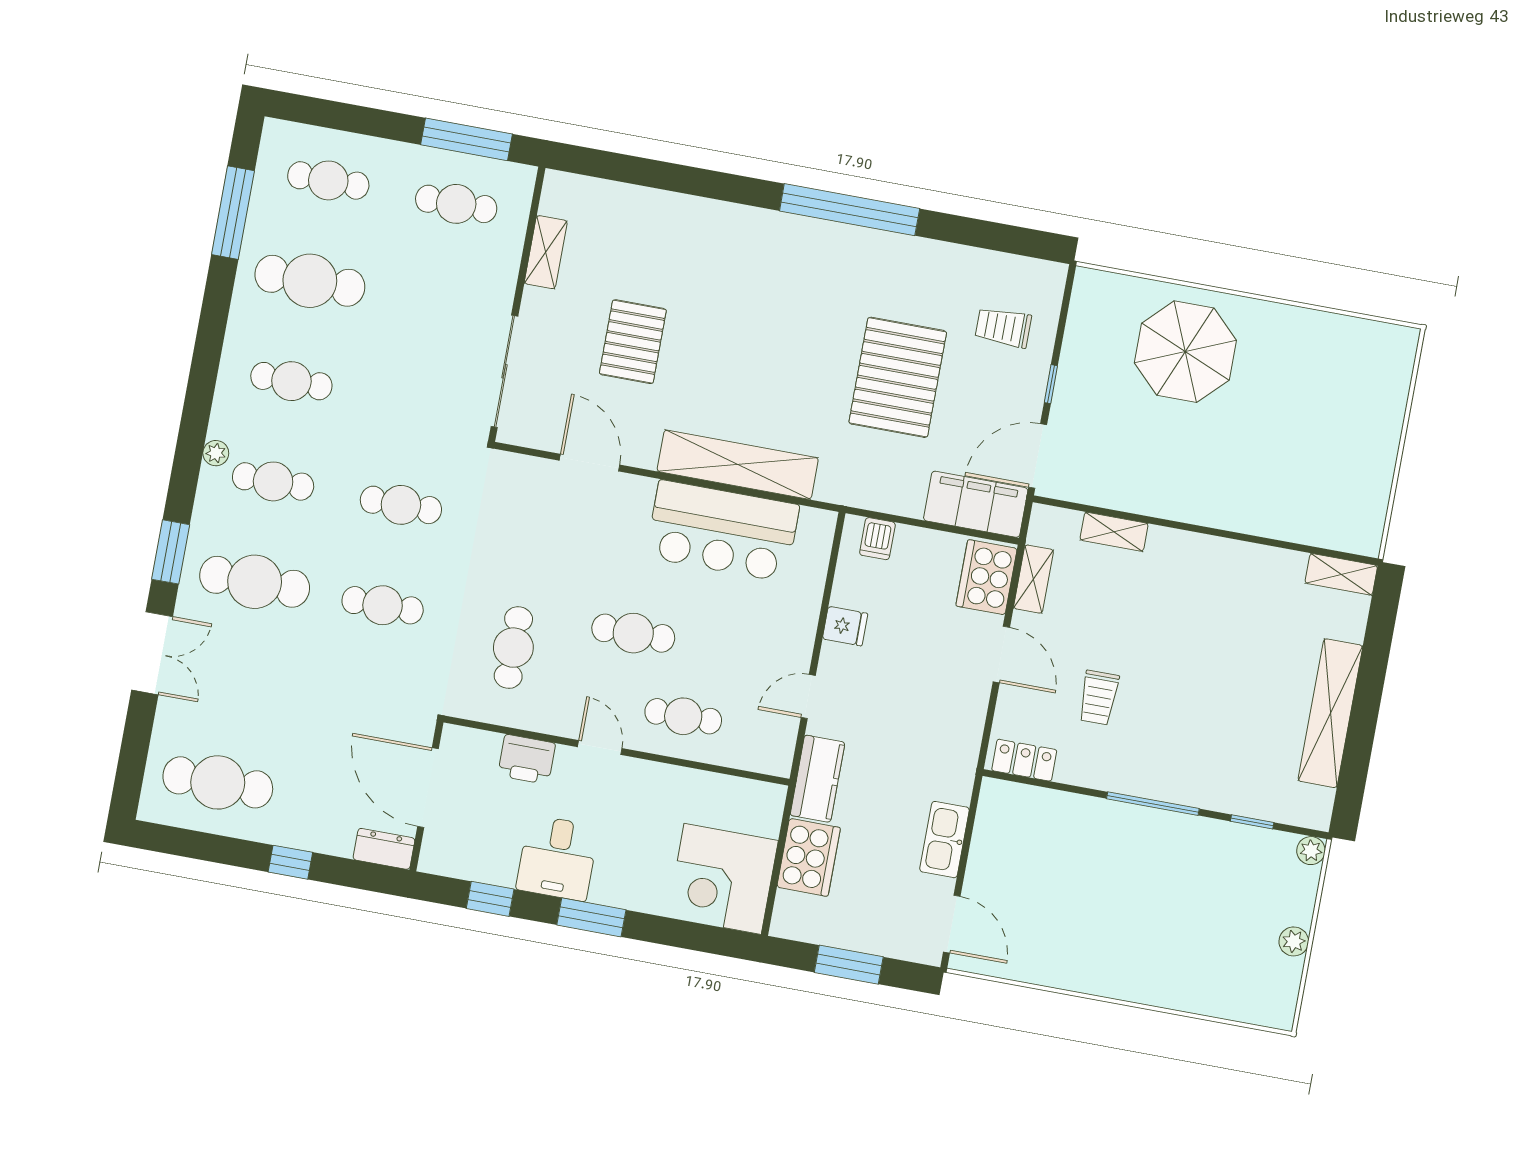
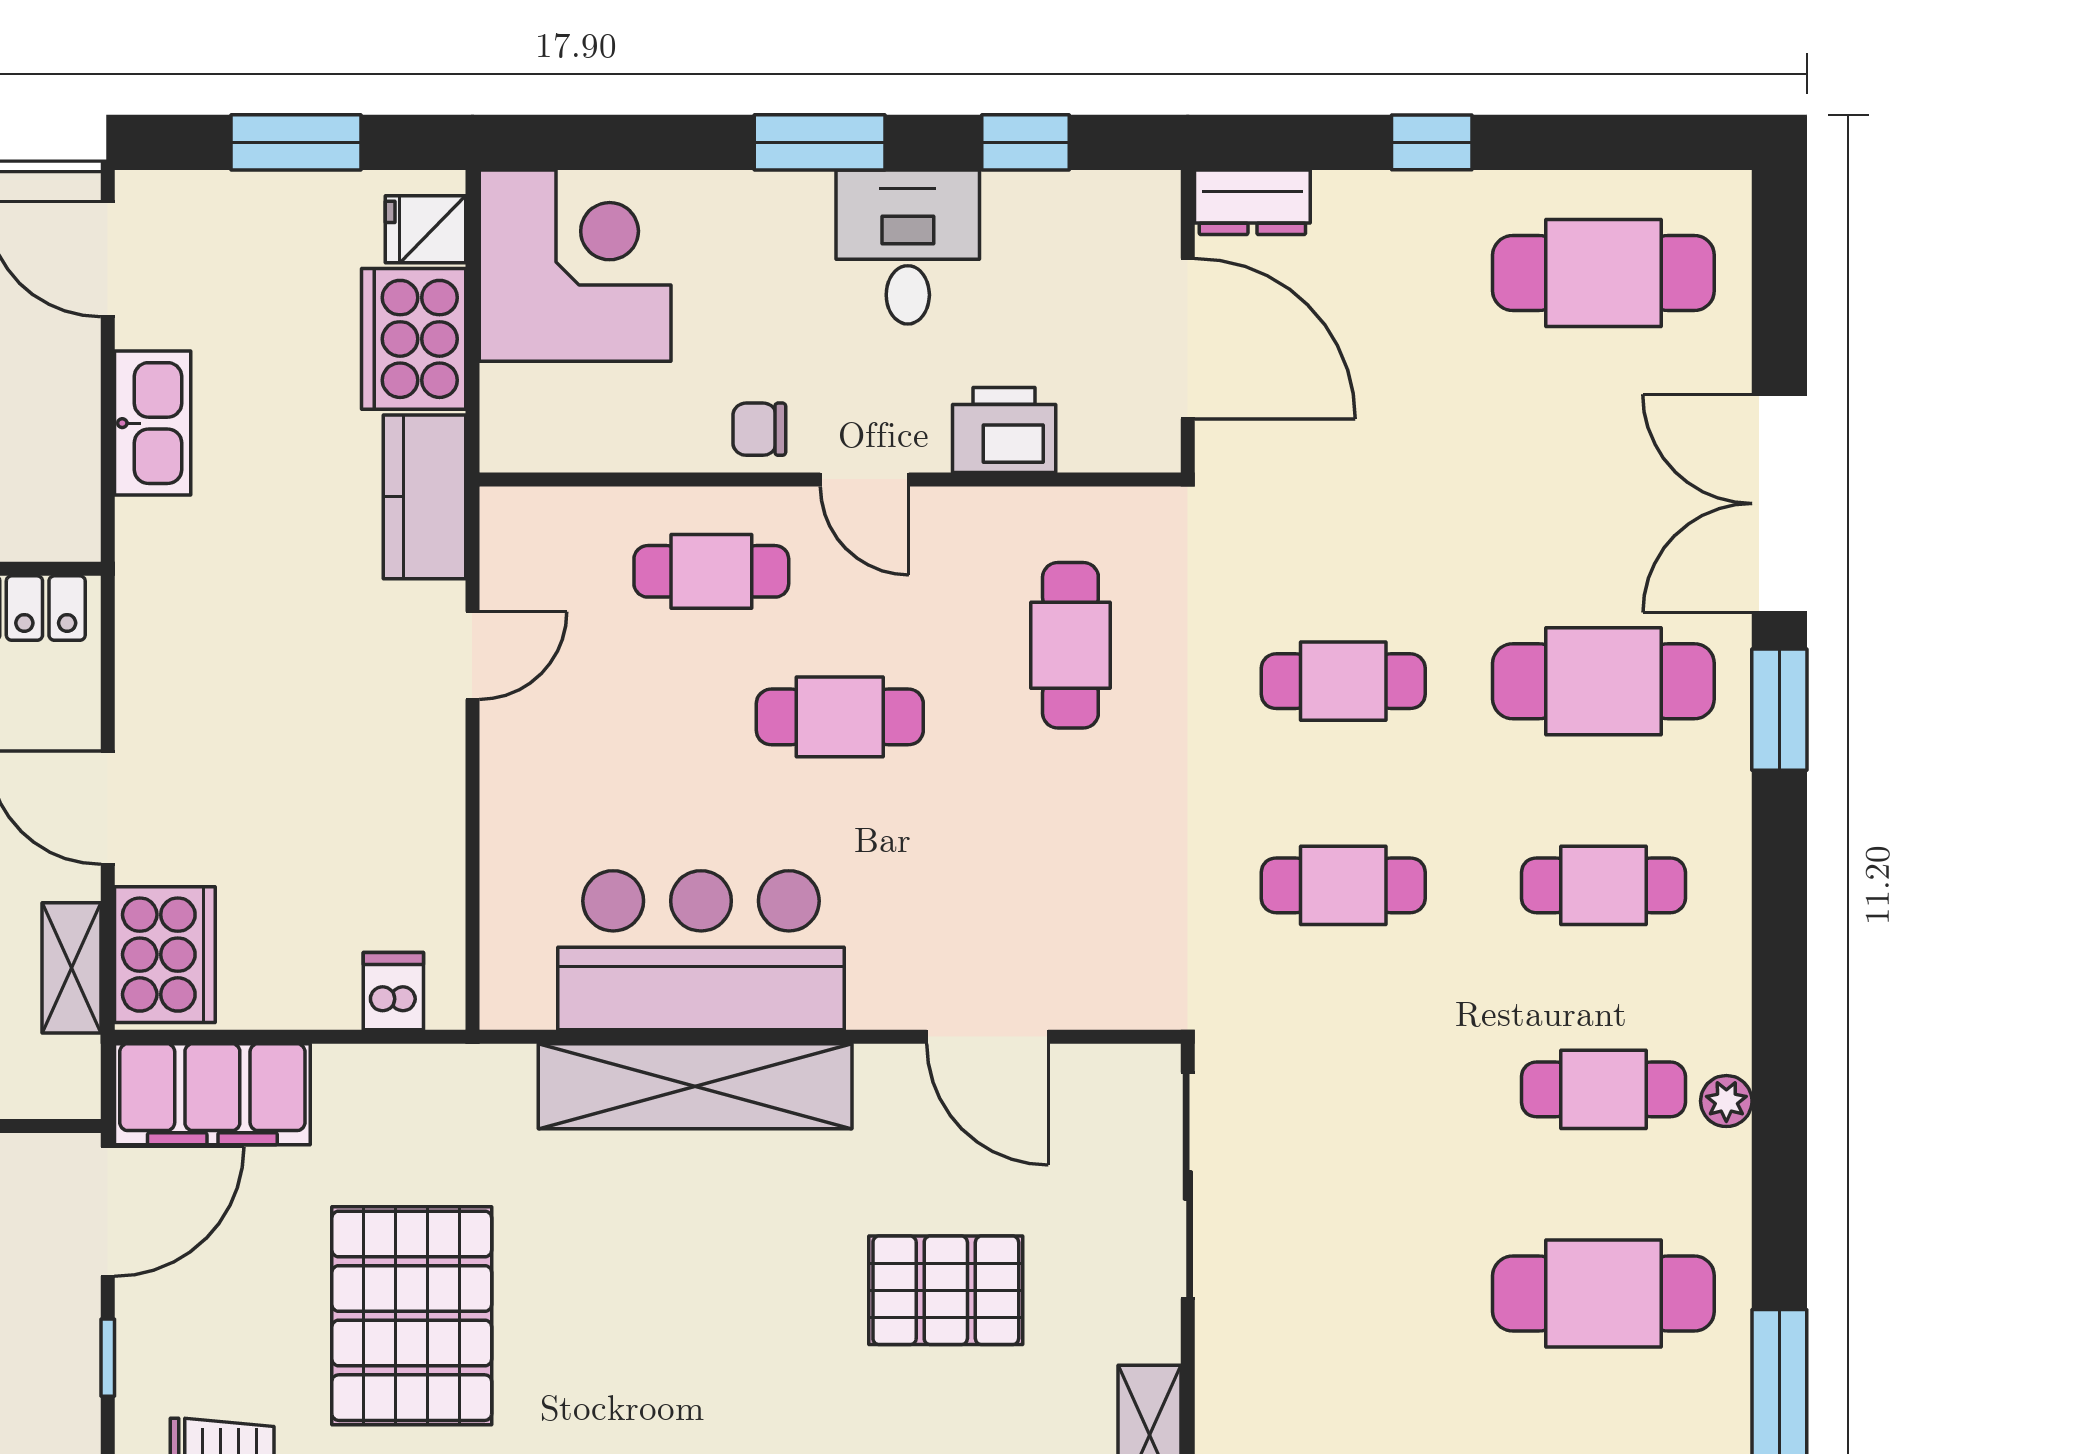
pallet: (633, 342) -> (946, 1290), turned 90
plant: (216, 453) -> (1726, 1101), moved
fridge: (845, 626) -> (425, 229), moved
double door: (152, 653) -> (1779, 504), width x1.37
chair: (647, 782) -> (759, 429), added

